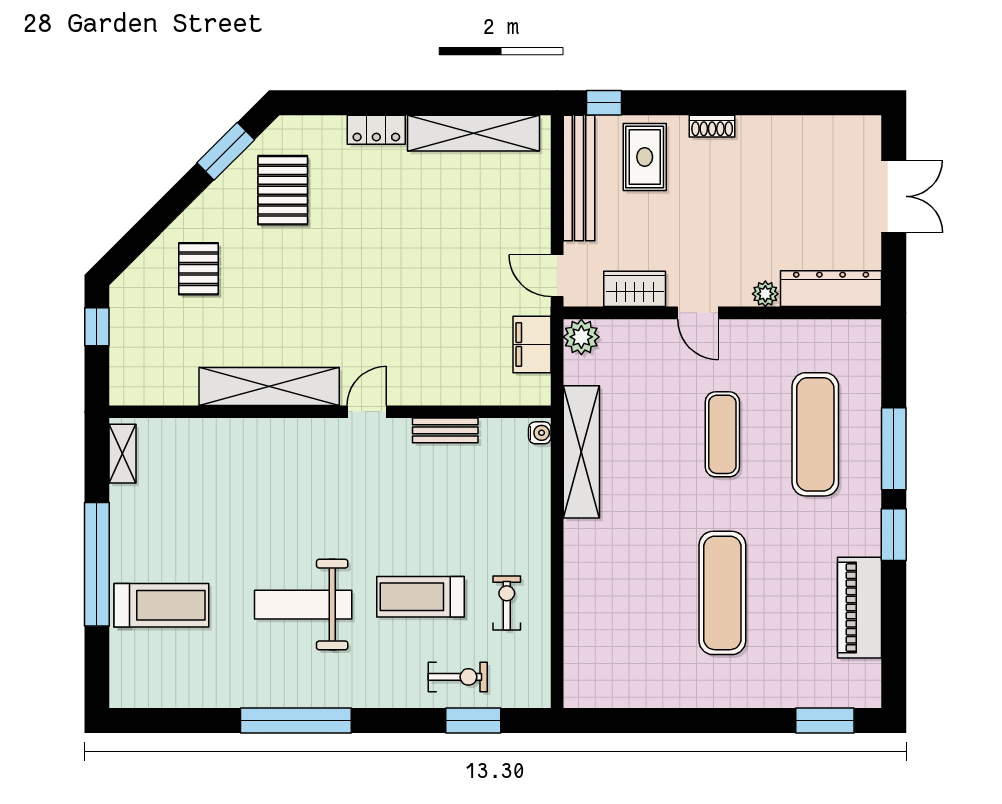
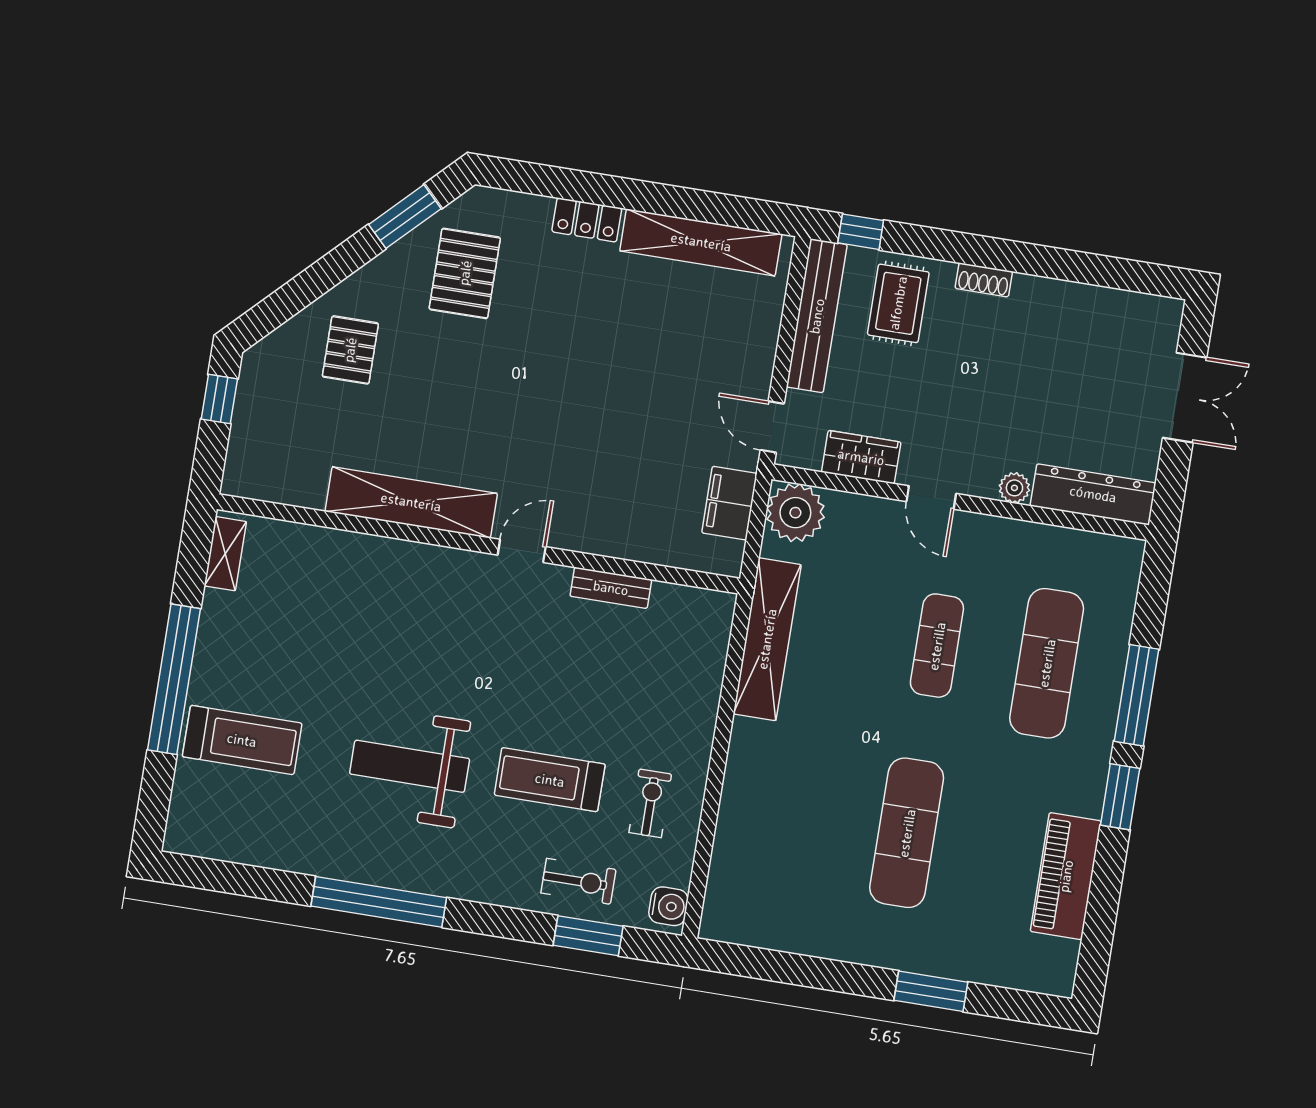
plant: (581, 337) -> (795, 513), width x1.36, depth x1.36
water cooler: (540, 433) -> (668, 906), moved, width x1.38, depth x1.38
window: (825, 721) -> (931, 991), moved

